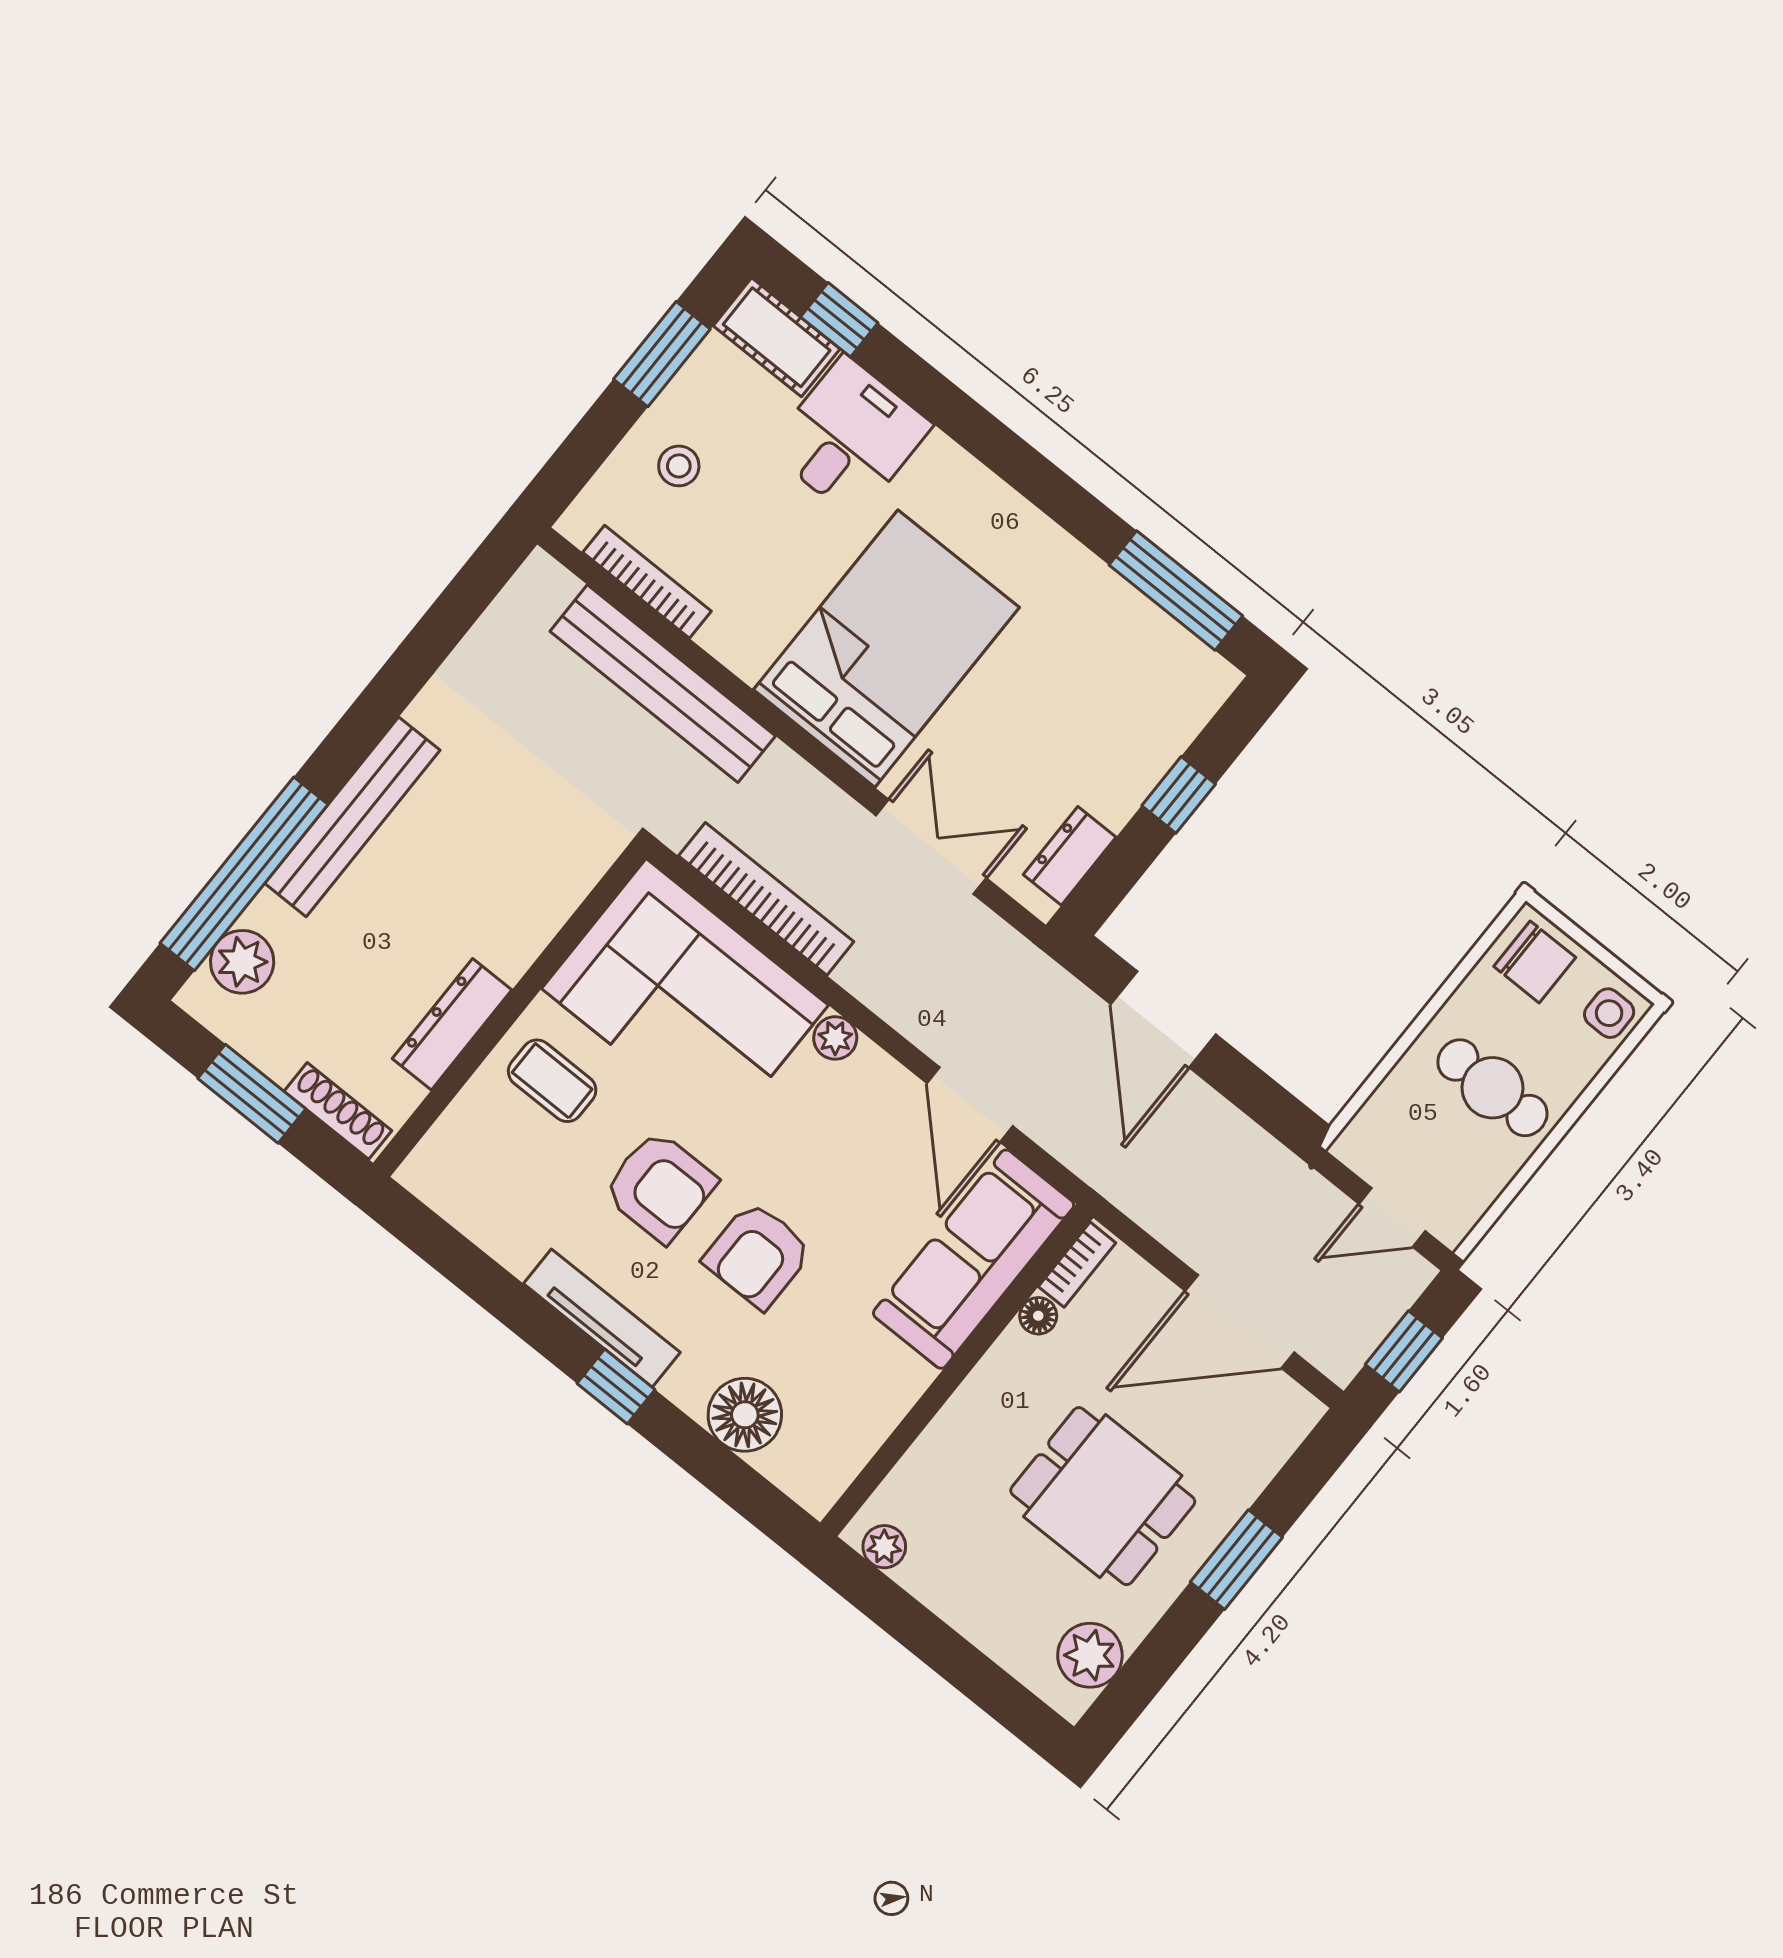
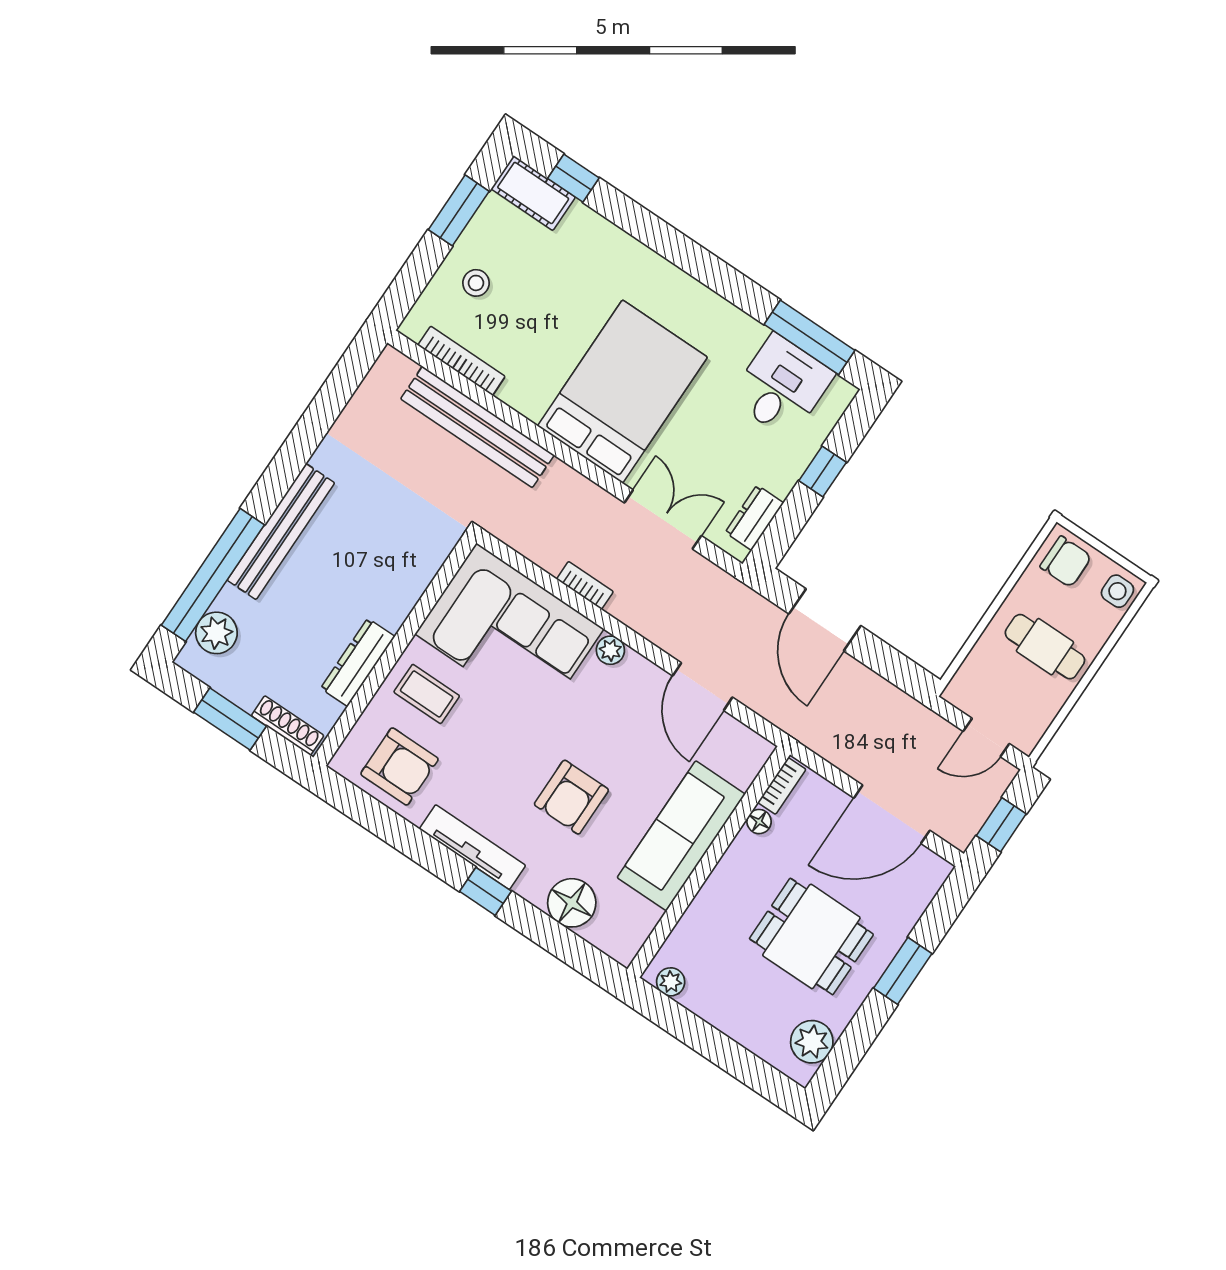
desk: (850, 437) -> (782, 386), moved
bookcase: (766, 899) -> (585, 585), width x0.43, depth x0.76
armchair: (660, 1186) -> (400, 766), moved
sofa: (974, 1259) -> (681, 836), moved

